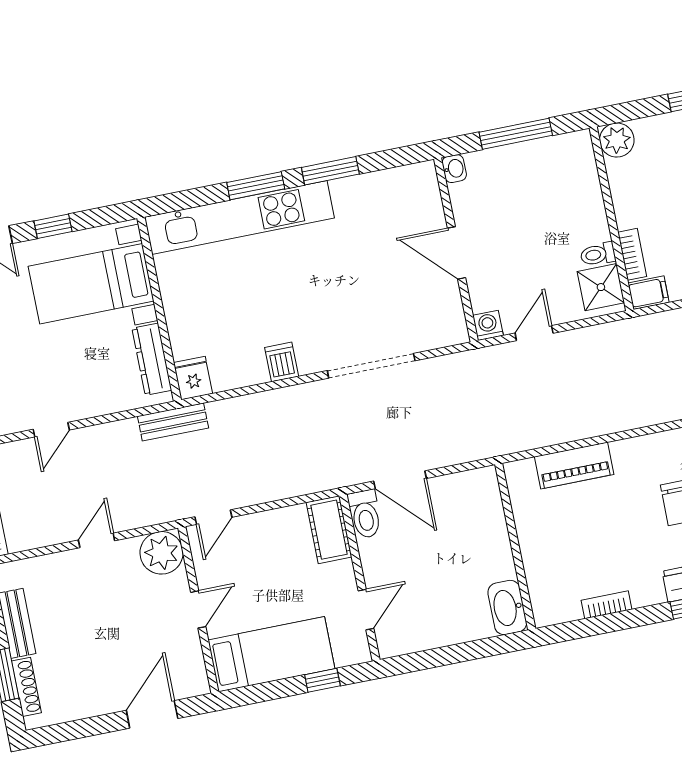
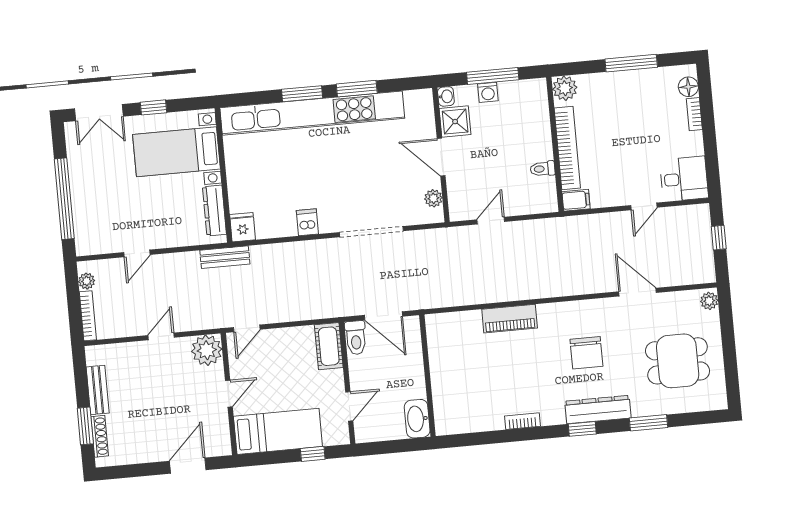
kitchen unit: (239, 218) -> (312, 113), width x1.36
bookcase: (632, 254) -> (567, 148), width x2.31, depth x1.31
shower: (601, 287) -> (455, 122), moved
plant: (452, 311) -> (433, 198), added
washing machine: (488, 325) -> (488, 92), moved, turned 180
wall: (515, 547) -> (427, 376), moved
washbasin: (507, 608) -> (417, 419), moved

